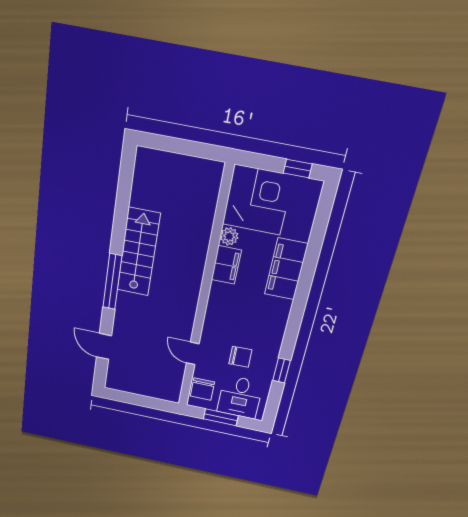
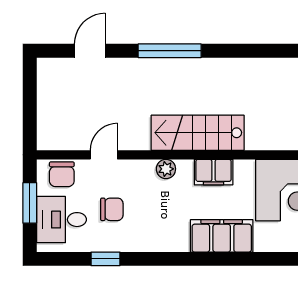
plant: (229, 236) -> (166, 169), moved
stairs: (138, 252) -> (198, 133), moved, turned 180
chair: (240, 357) -> (112, 209), turned -89
chair: (202, 389) -> (62, 174), turned -90

